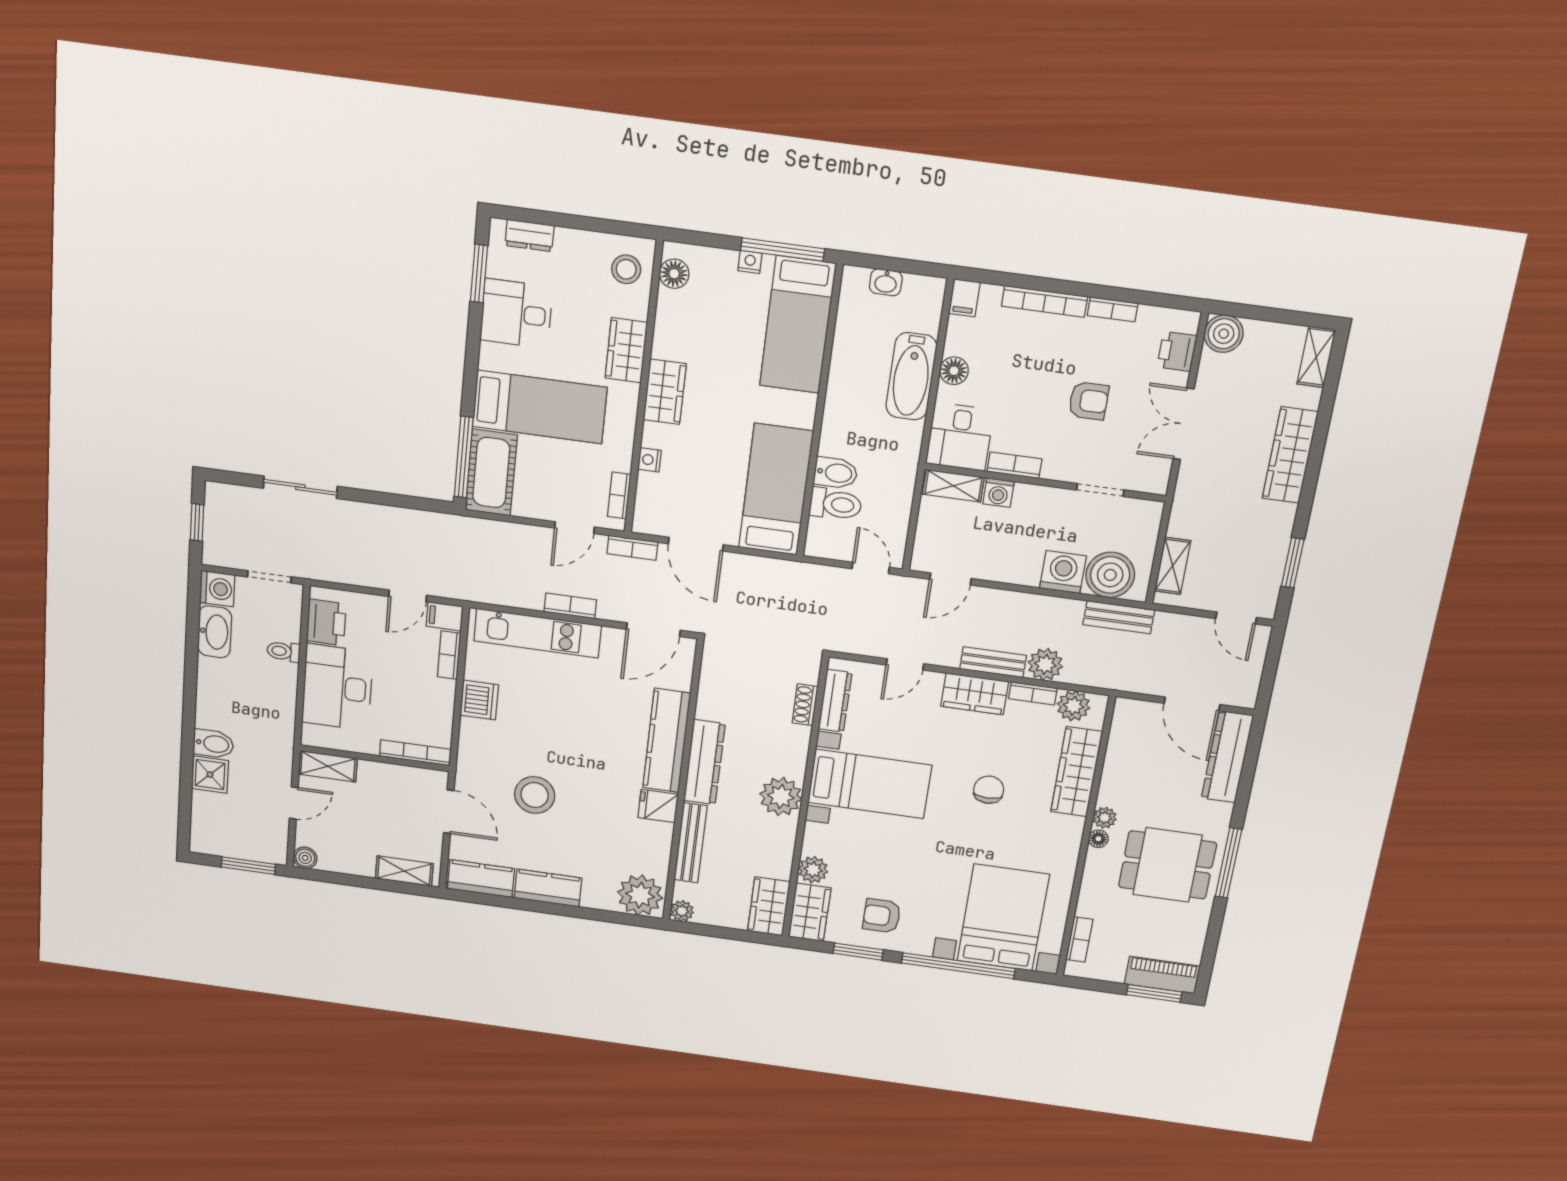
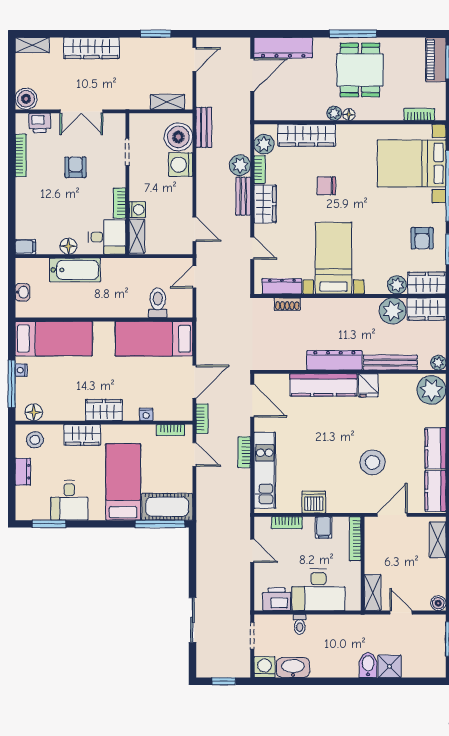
dresser: (530, 235) -> (23, 472), moved
window: (782, 250) -> (12, 384), moved
bookcase: (1045, 301) -> (21, 202), removed
bookcase: (1113, 309) -> (21, 155), width x1.56
bidet: (836, 473) -> (139, 305), removed
filing cabinet: (445, 616) -> (324, 527), moved
plant: (781, 797) -> (393, 311), moved

